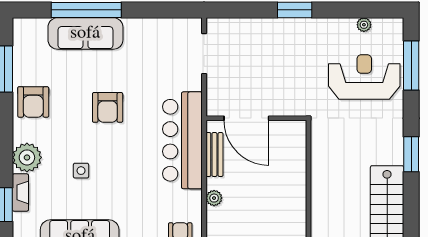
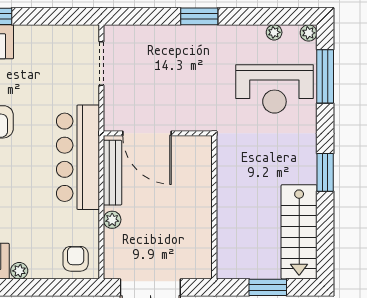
plant: (396, 25) -> (309, 33), added
reception desk: (364, 77) -> (274, 89), turned 180
bench: (214, 154) -> (113, 173), width x1.36

